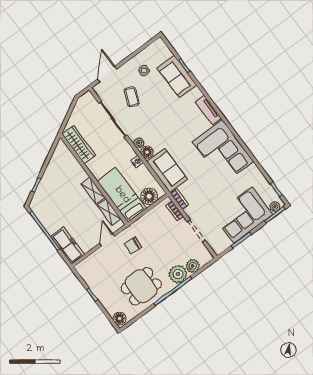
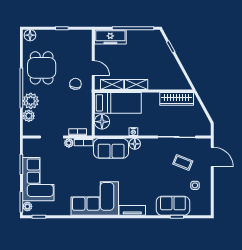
plant: (139, 143) -> (69, 143), moved

